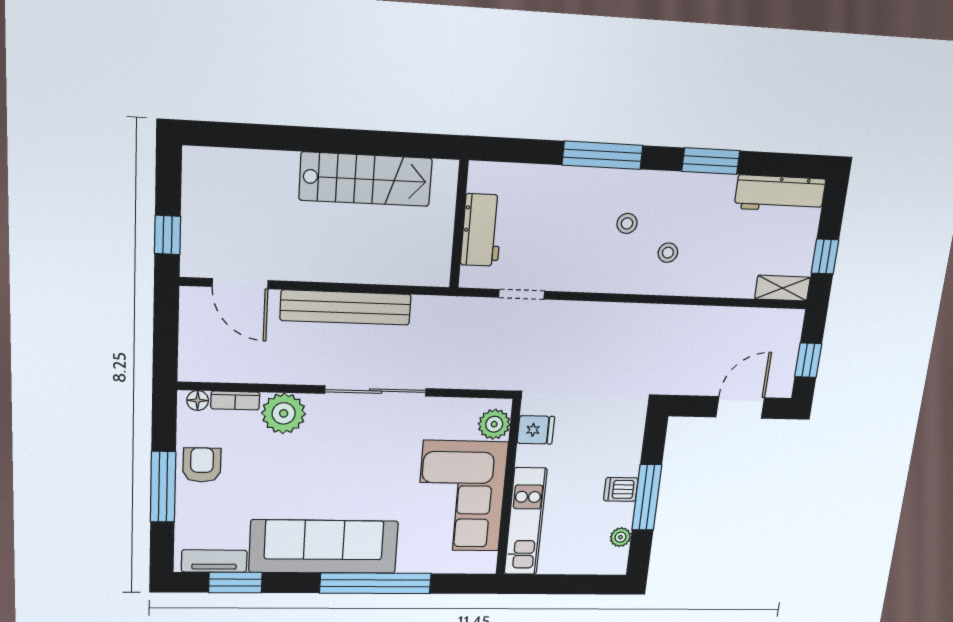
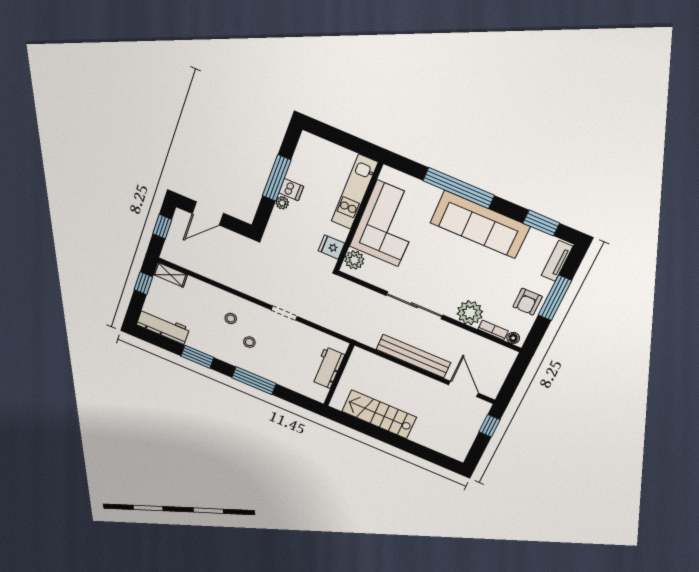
doorway: (522, 294) -> (284, 313), moved
plant: (620, 537) -> (282, 203), moved
tv unit: (214, 561) -> (557, 261), moved, turned 90

